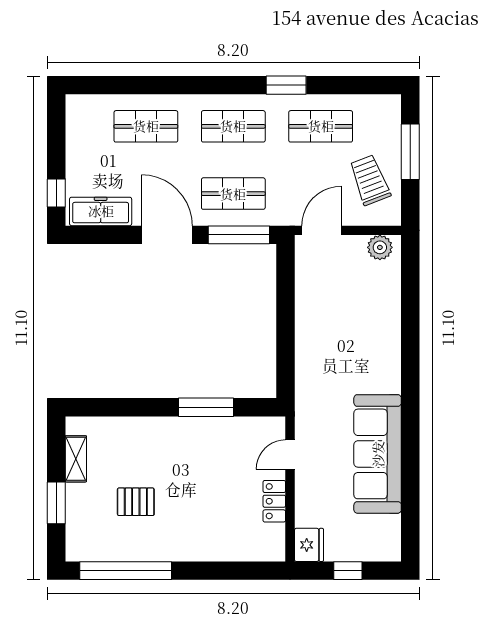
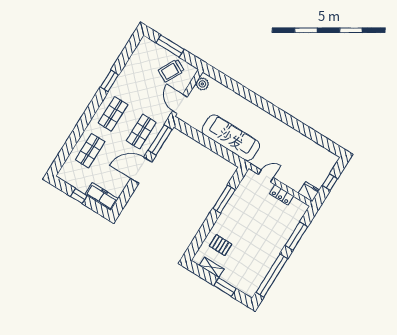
shop shelf: (321, 126) -> (136, 77), removed
trolley: (370, 180) -> (171, 71), turned -42
window: (56, 193) -> (79, 196), moved
freezer: (101, 211) -> (102, 196), moved, turned 90
sofa: (378, 454) -> (231, 138), moved, turned 180
door: (290, 455) -> (266, 176), swing flipped
pallet: (136, 502) -> (221, 245), moved, turned 90
window: (220, 571) -> (296, 236), added

